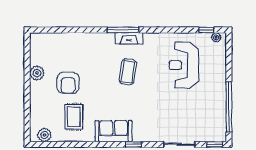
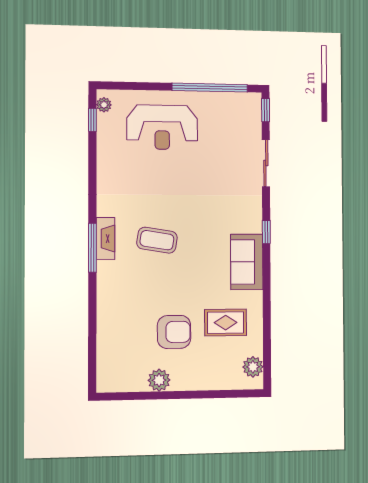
reception desk: (184, 65) -> (162, 127), moved

